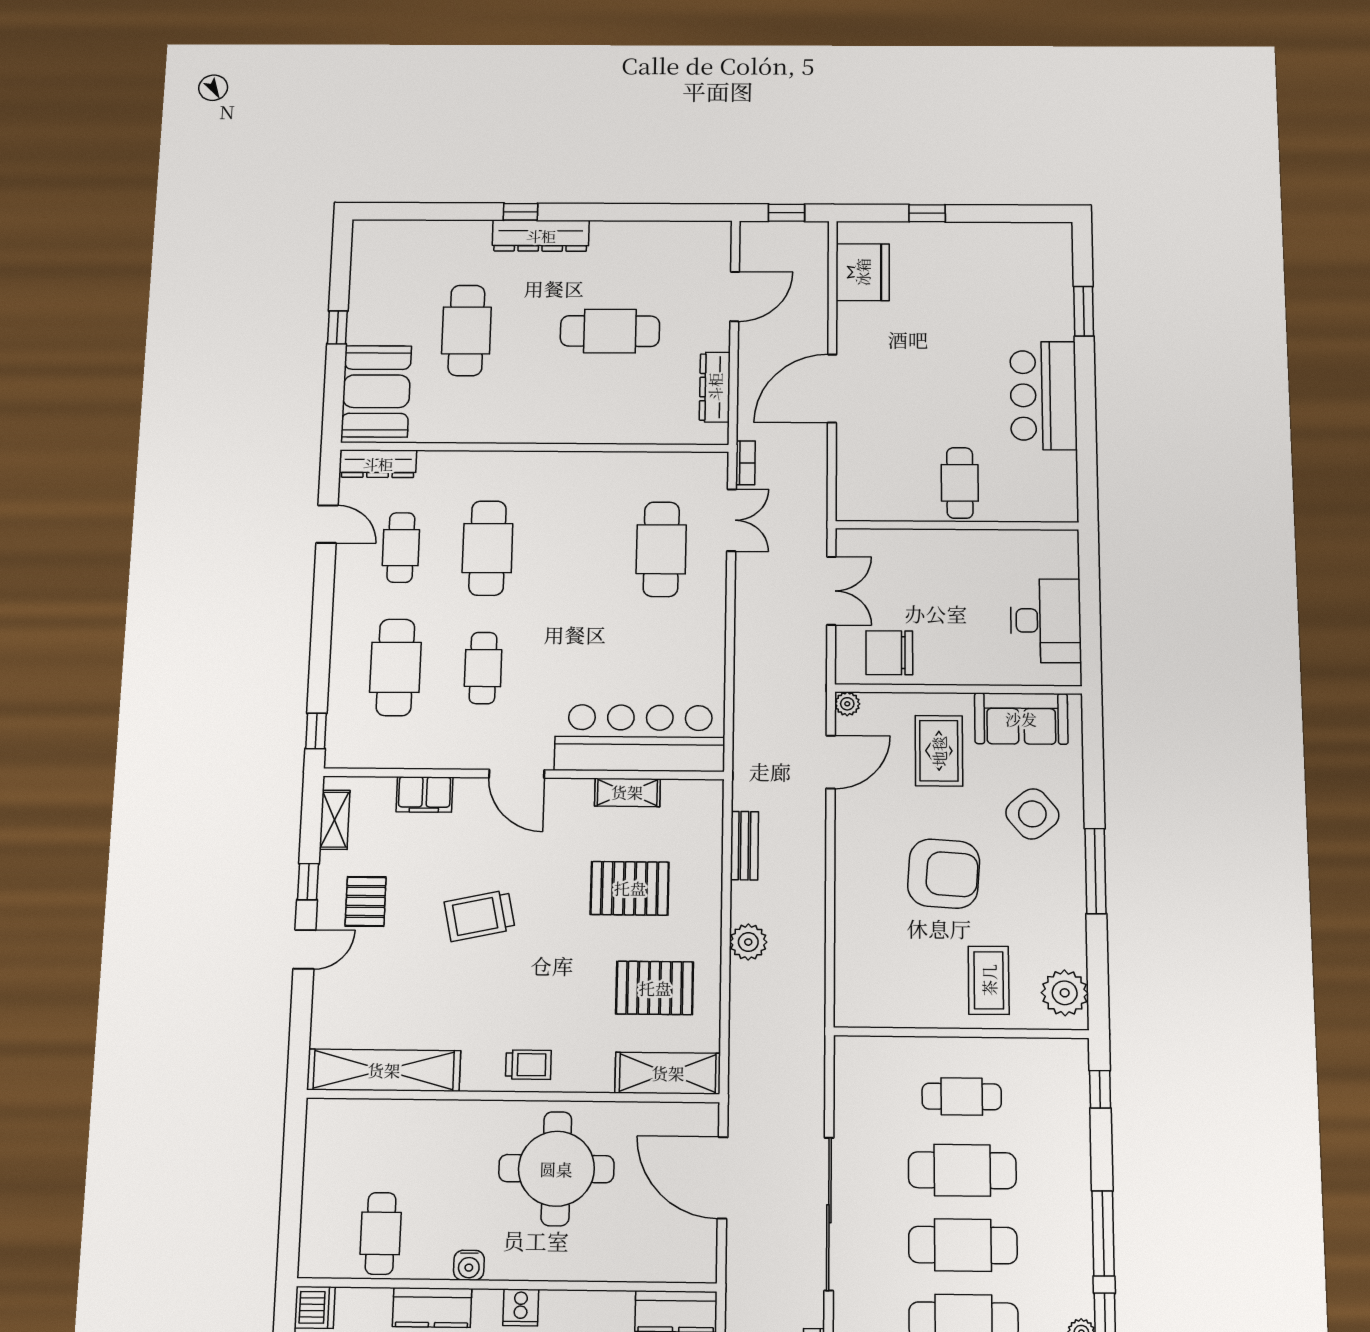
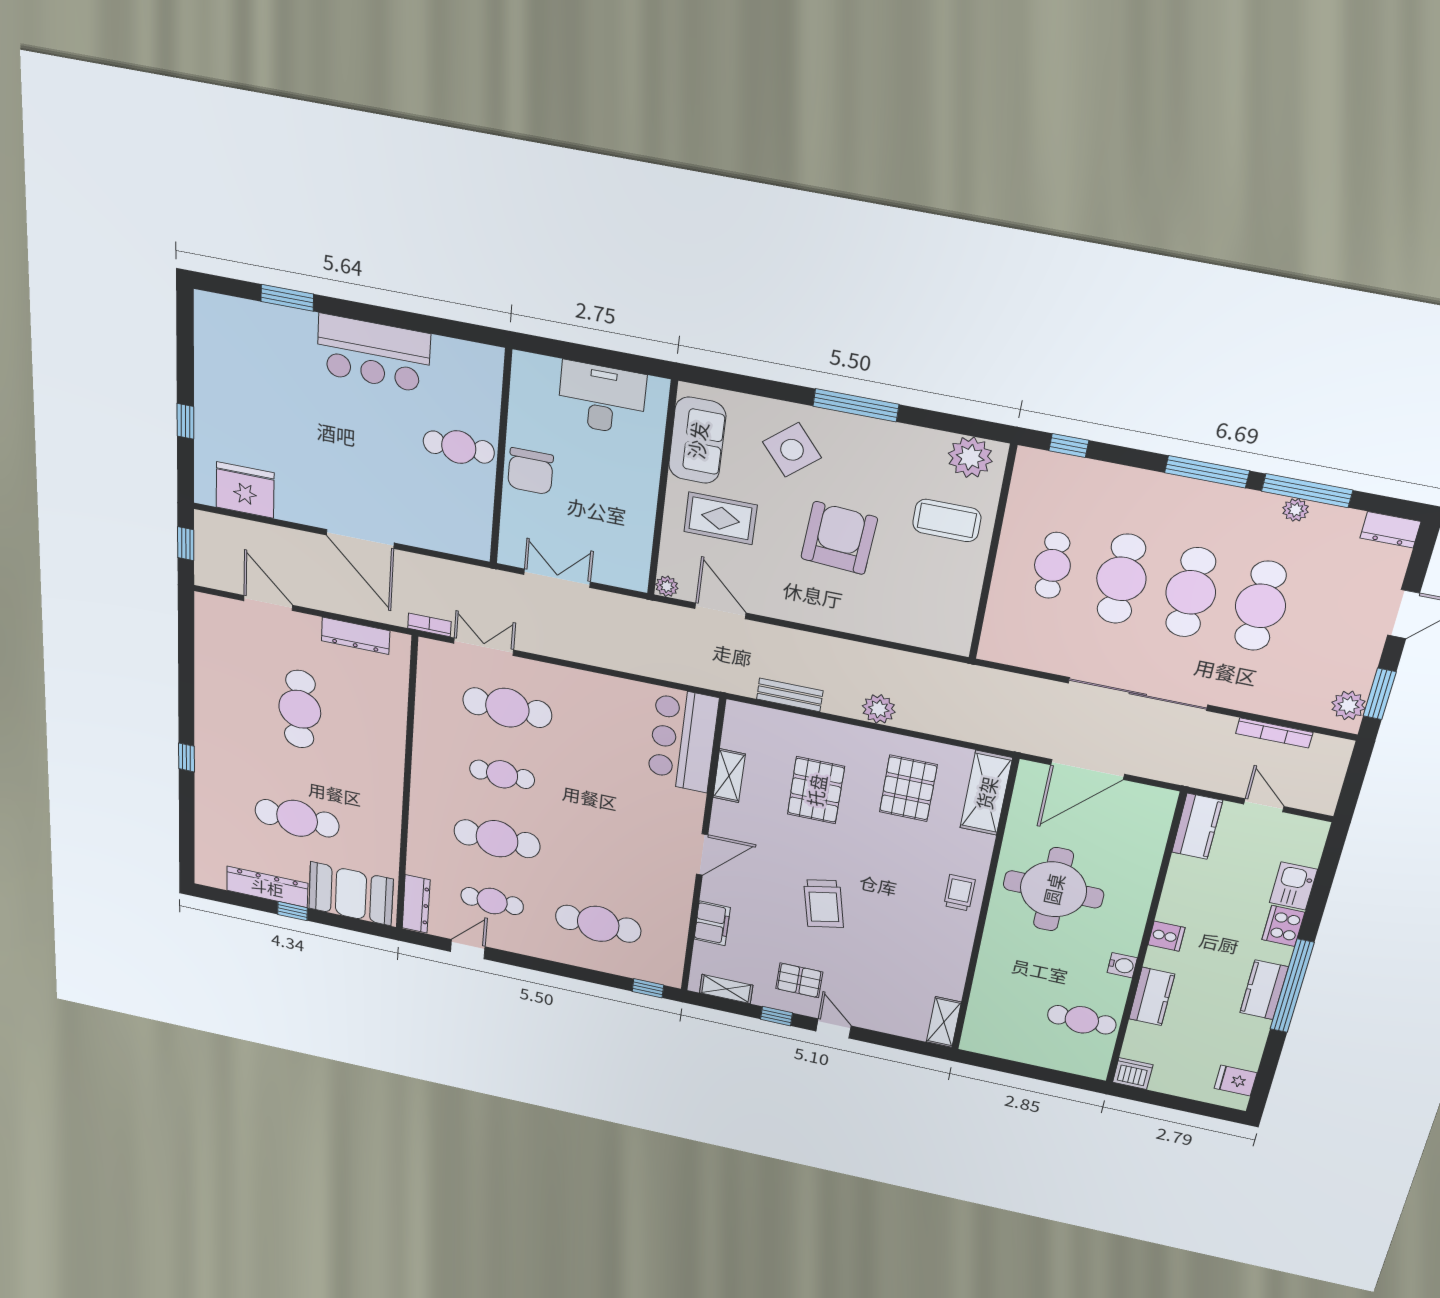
dresser: (541, 236) -> (267, 887), moved, turned -90
chair: (889, 653) -> (530, 471), moved
cafe table: (483, 668) -> (502, 774), moved
bar counter: (640, 738) -> (683, 740), width x0.73
shelving: (384, 1070) -> (944, 1022), width x0.45, depth x0.75

